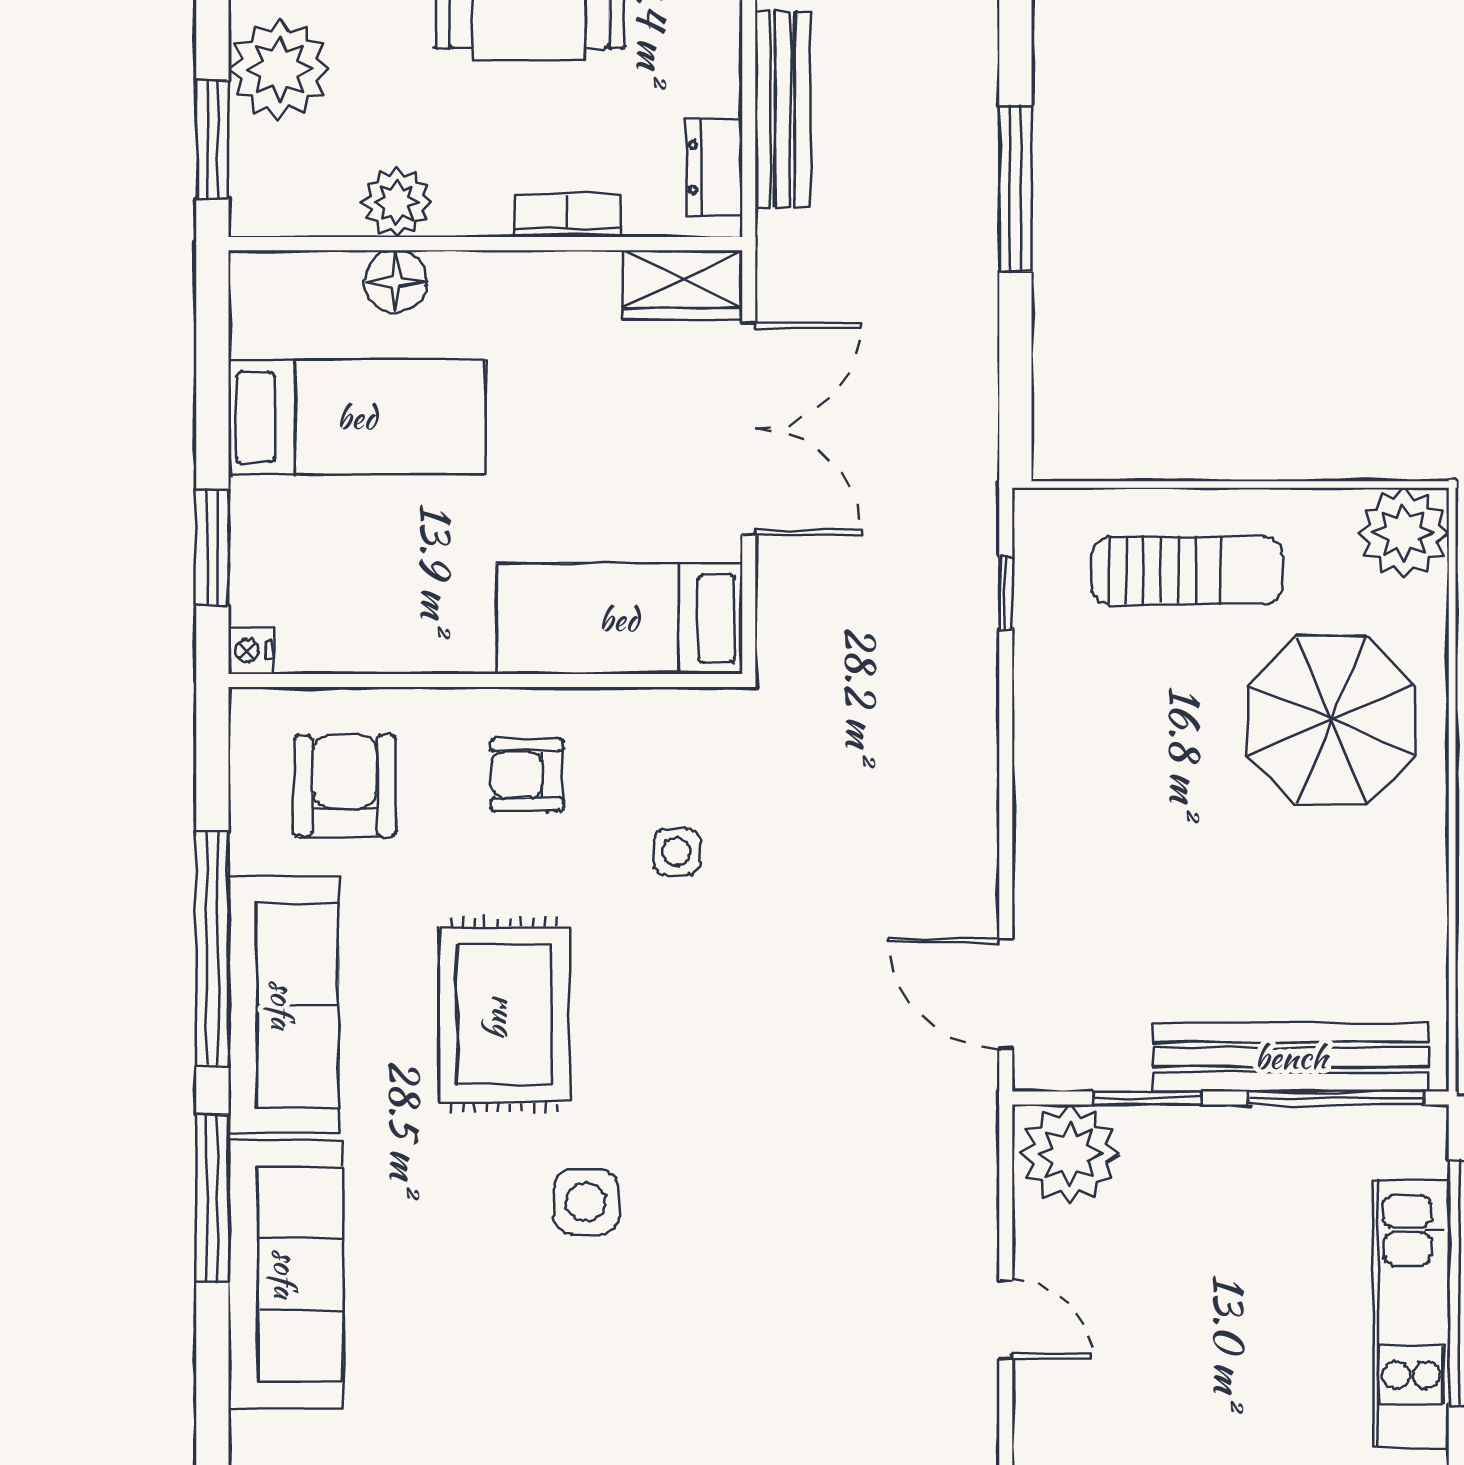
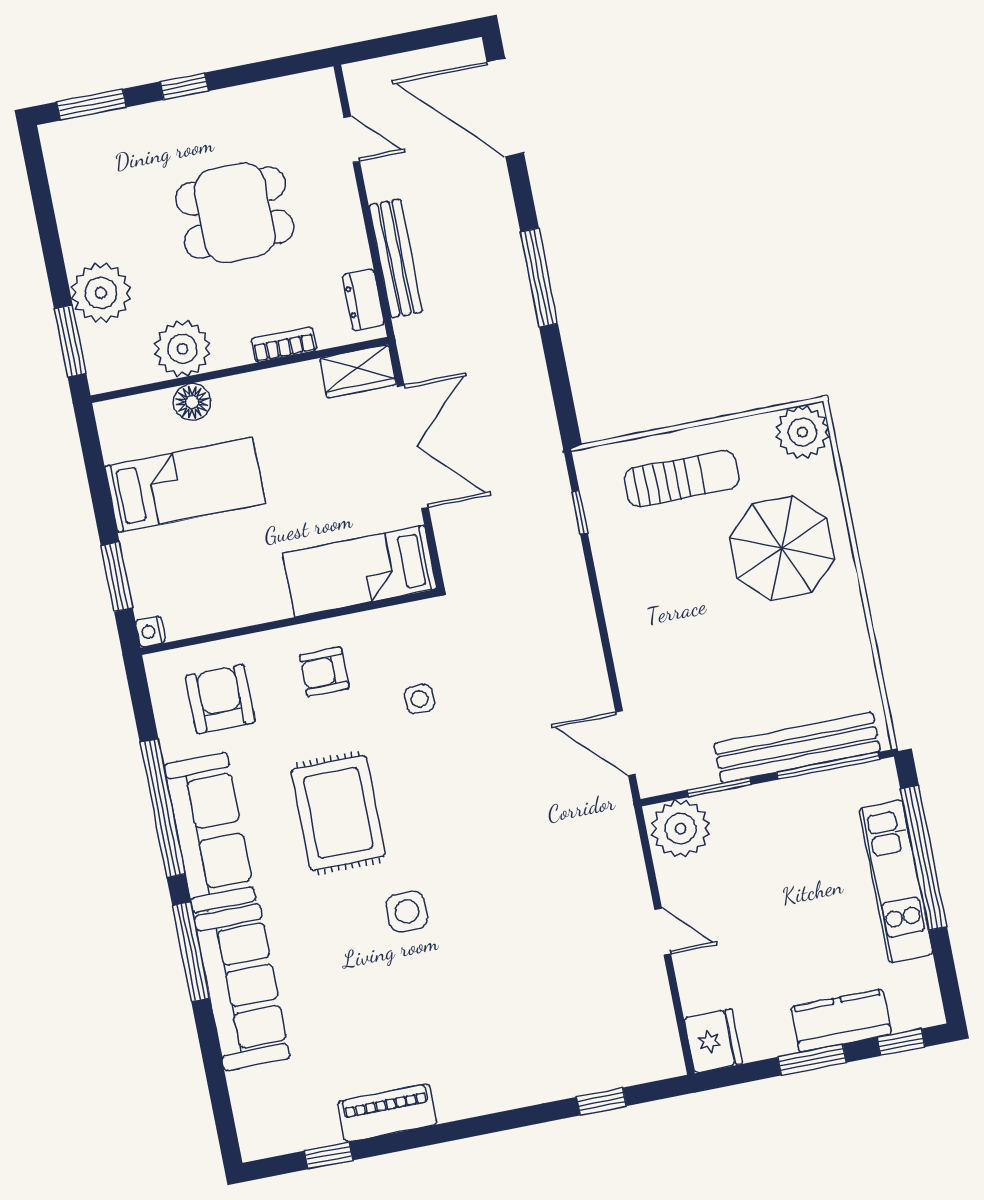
plant: (397, 202) -> (182, 349), width x1.36, depth x1.36

